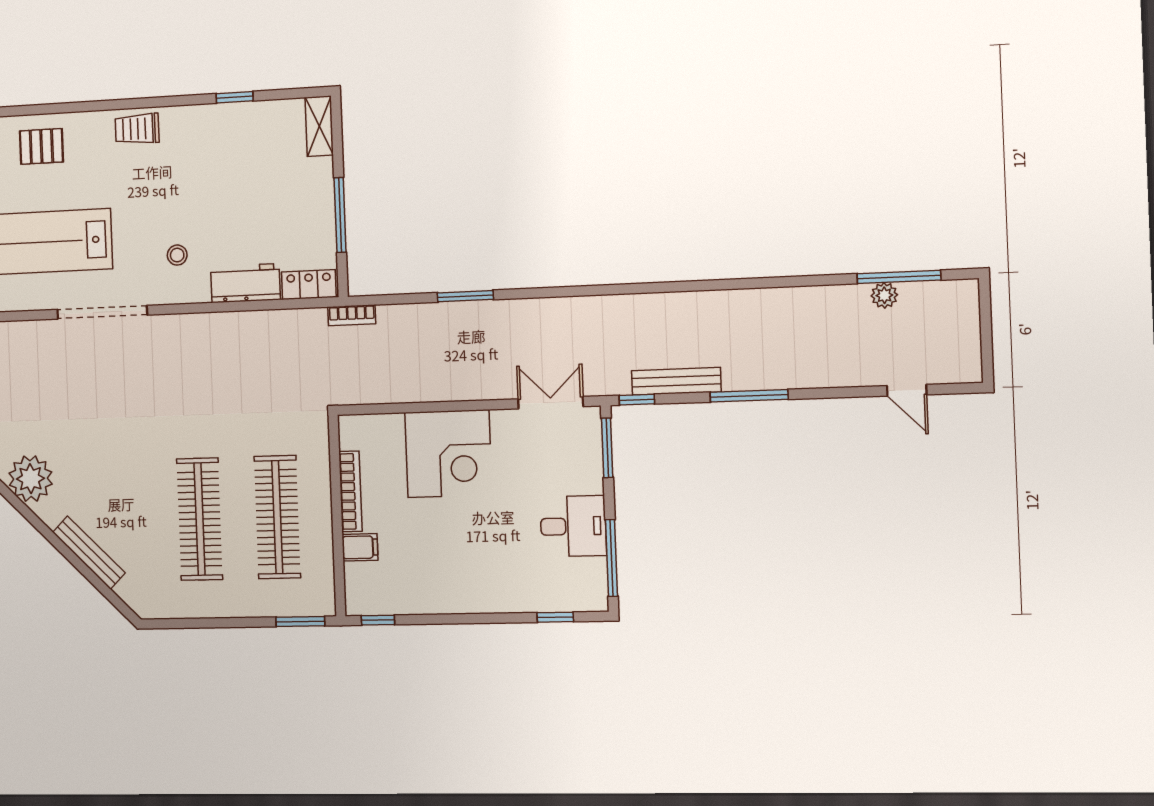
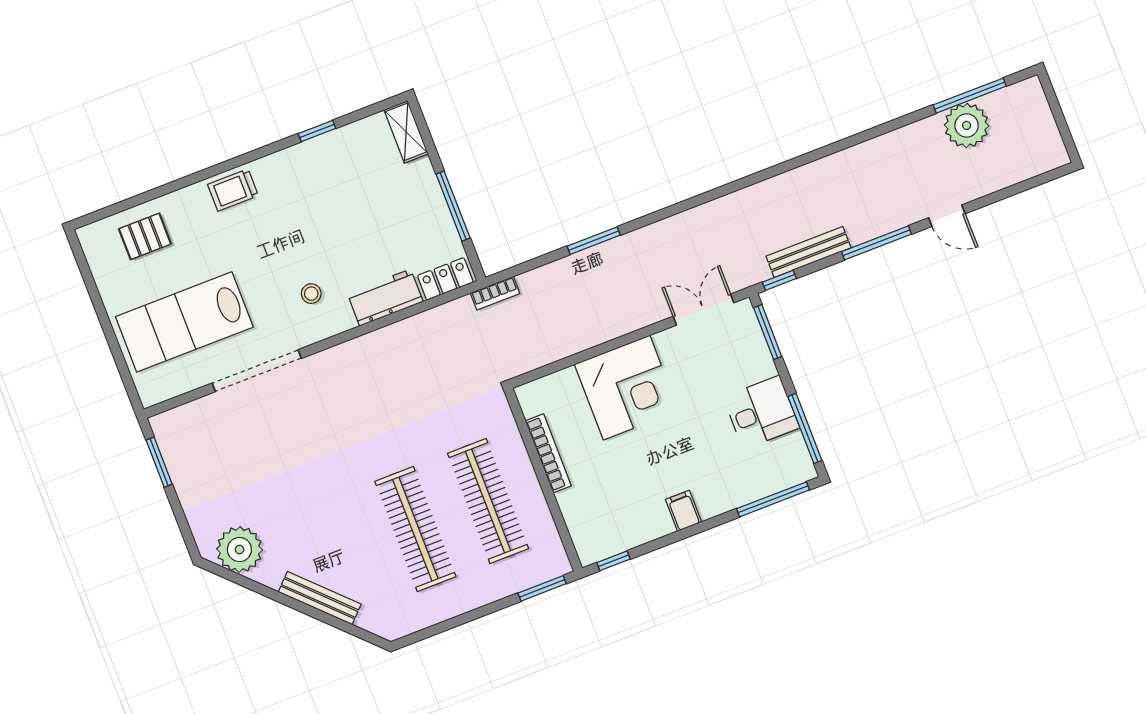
plant: (884, 295) -> (967, 125), width x1.87, depth x1.87
door: (907, 390) -> (947, 216), moved
filing cabinet: (360, 547) -> (684, 511), moved, turned -90
window: (555, 617) -> (773, 499), width x2.17

